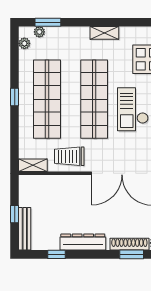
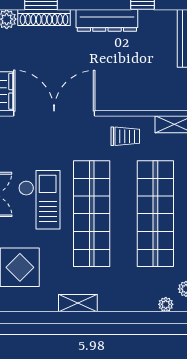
window: (48, 22) -> (154, 317), removed
trolley: (69, 156) -> (125, 136), width x0.73, depth x0.72

